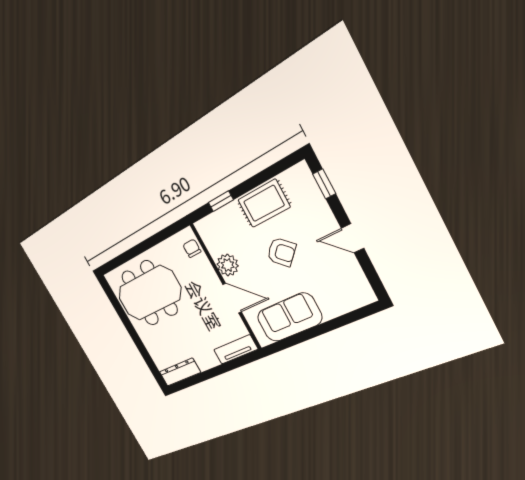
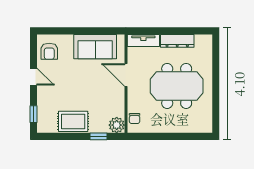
armchair: (281, 252) -> (49, 51), moved, turned -134
plant: (228, 265) -> (117, 125), moved
meeting table: (149, 293) -> (177, 86), moved
dresser: (180, 372) -> (177, 41), moved

